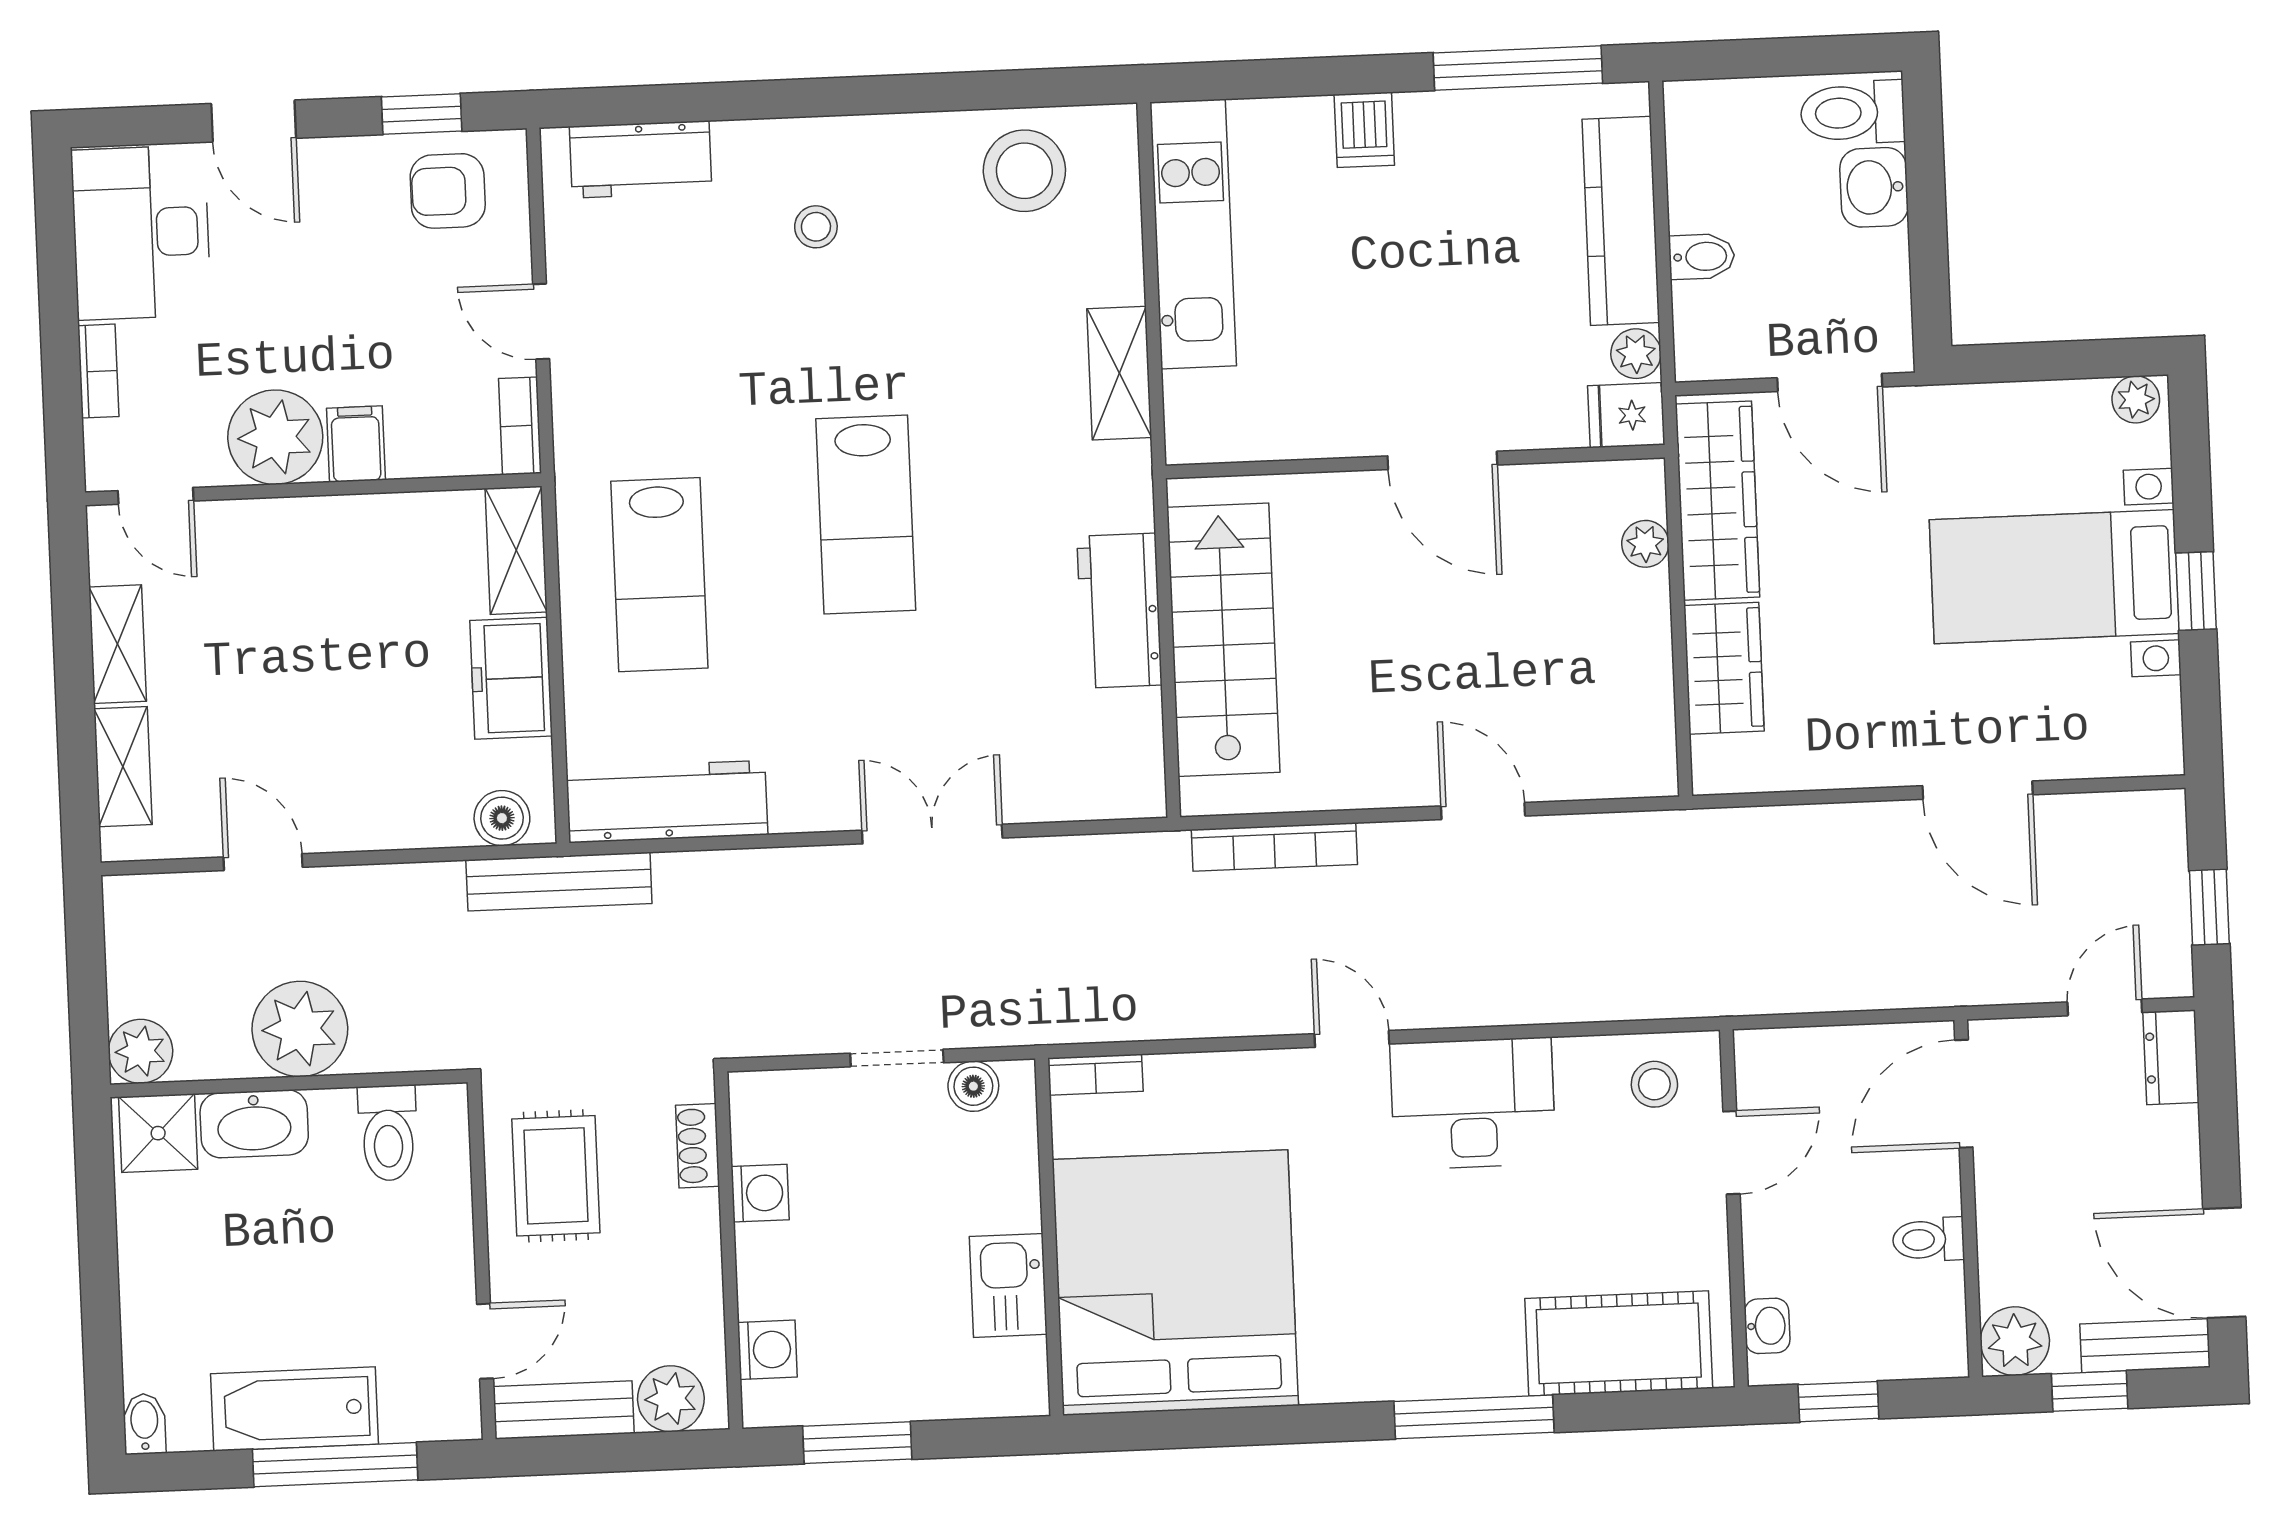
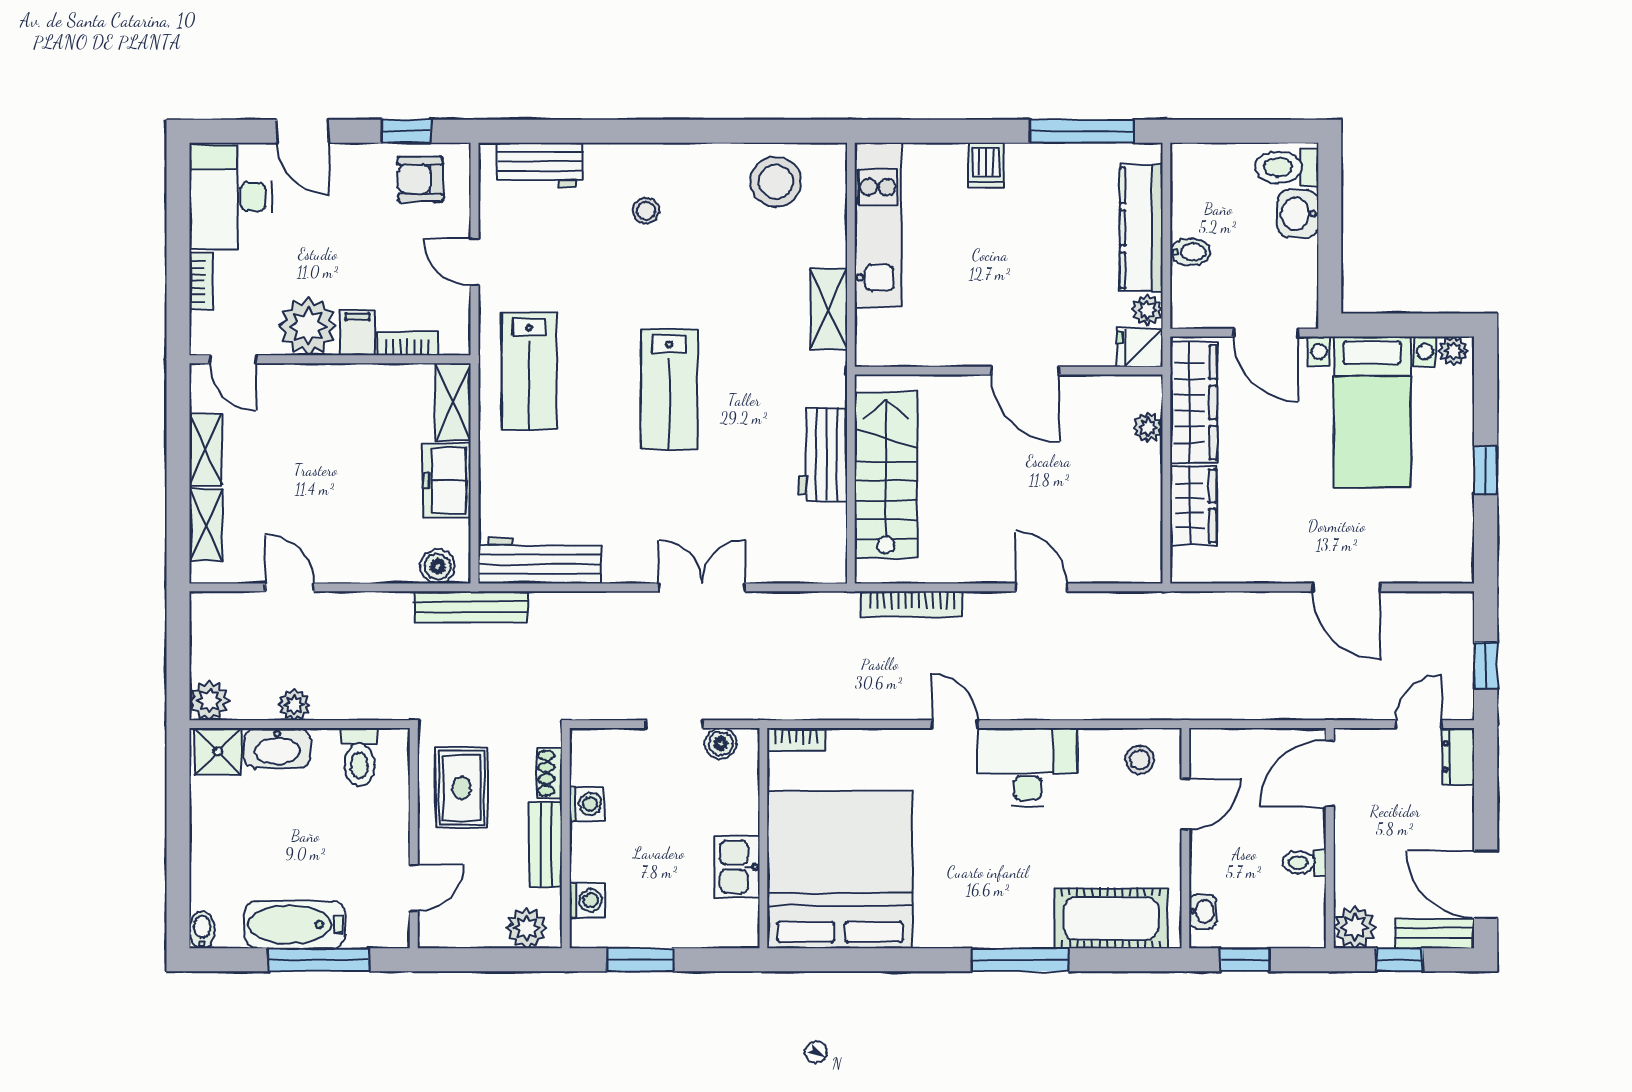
bookcase: (520, 426) -> (407, 344), moved, turned 90
lab bench: (659, 575) -> (529, 371), moved
bed with nightstands: (2054, 577) -> (1372, 412), moved, turned -90
plant: (300, 1029) -> (294, 705), width x0.53, depth x0.53
bench: (564, 1410) -> (546, 844), moved, turned 90

